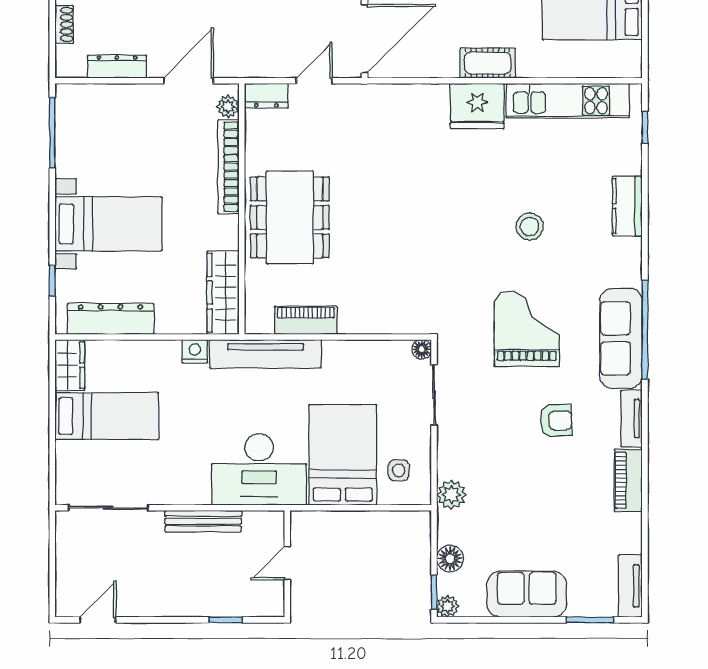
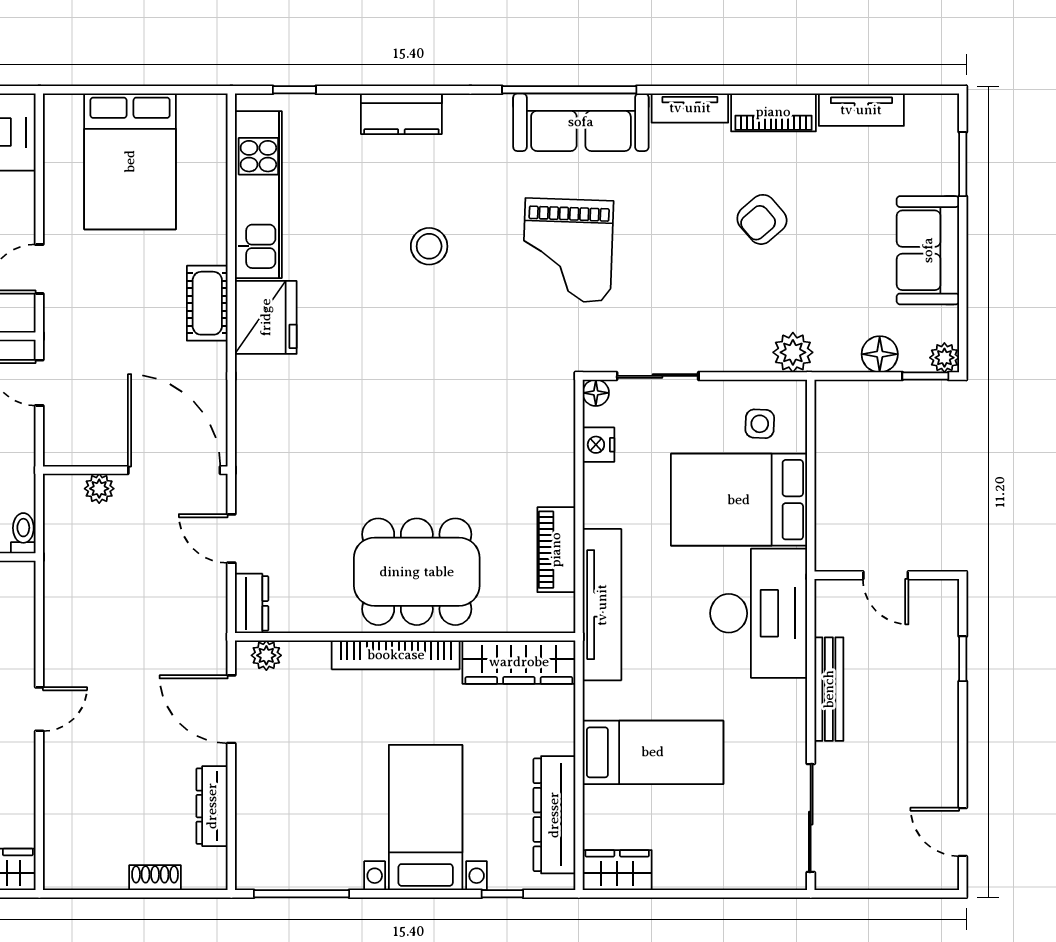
bookcase: (228, 167) -> (396, 655), moved
grand piano: (527, 329) -> (568, 250), turned -88
nightstand: (195, 351) -> (598, 445), moved
bed: (107, 416) -> (653, 752), moved, turned 90
armchair: (556, 421) -> (762, 219), moved, turned -128
tv unit: (630, 586) -> (861, 110), moved

